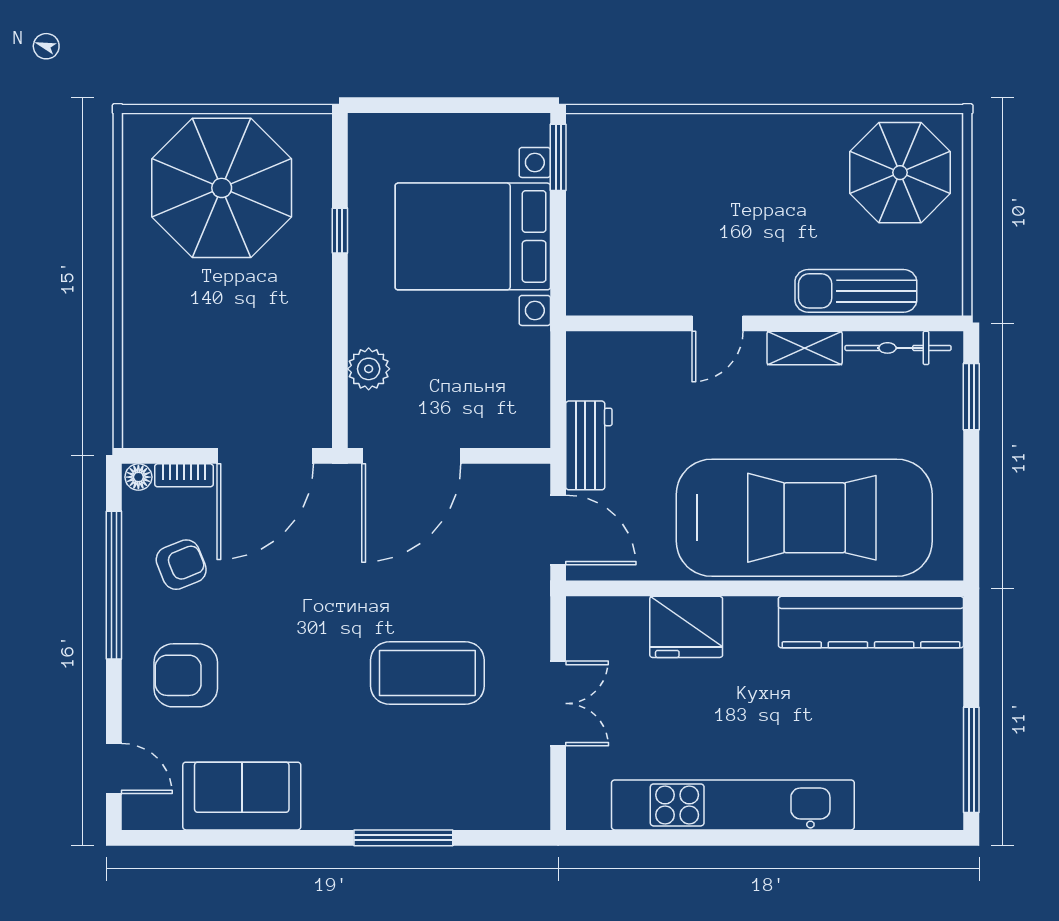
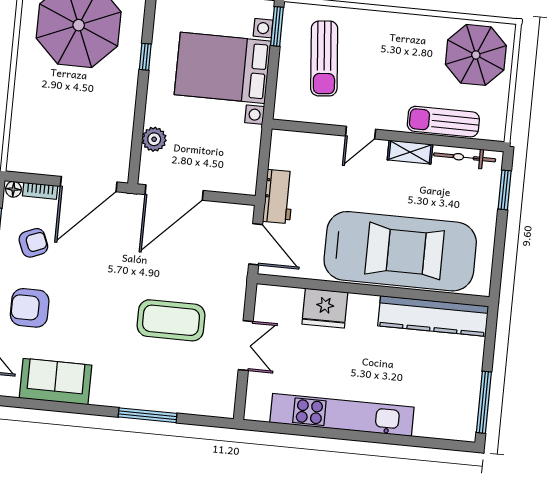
sun lounger: (643, 204) -> (324, 58), added

